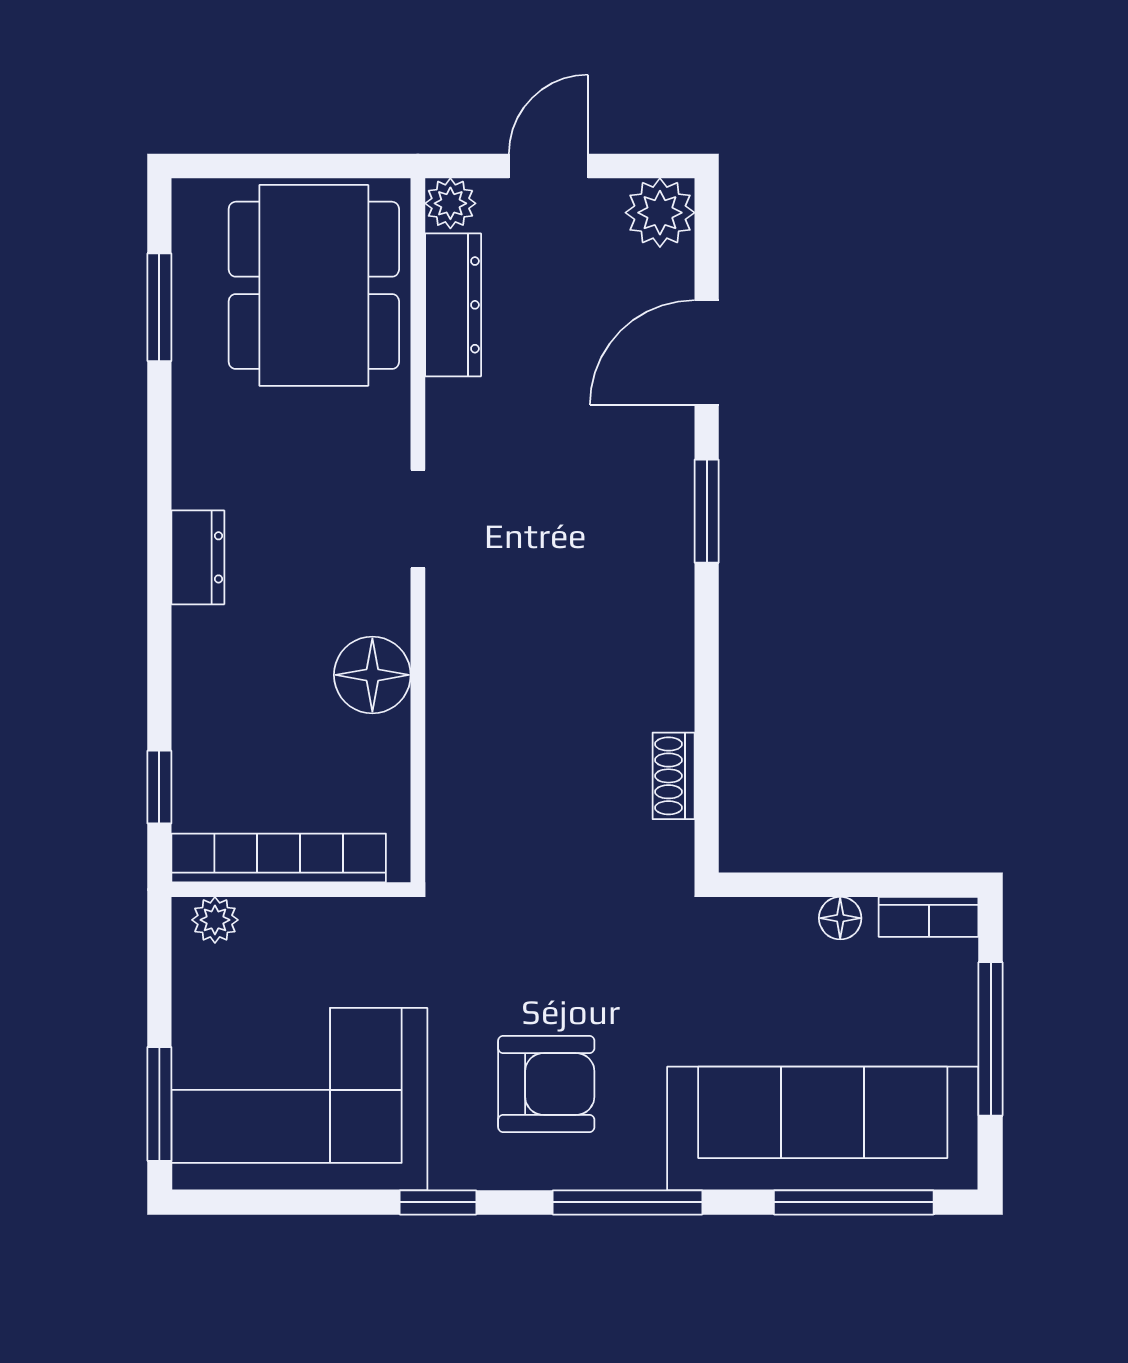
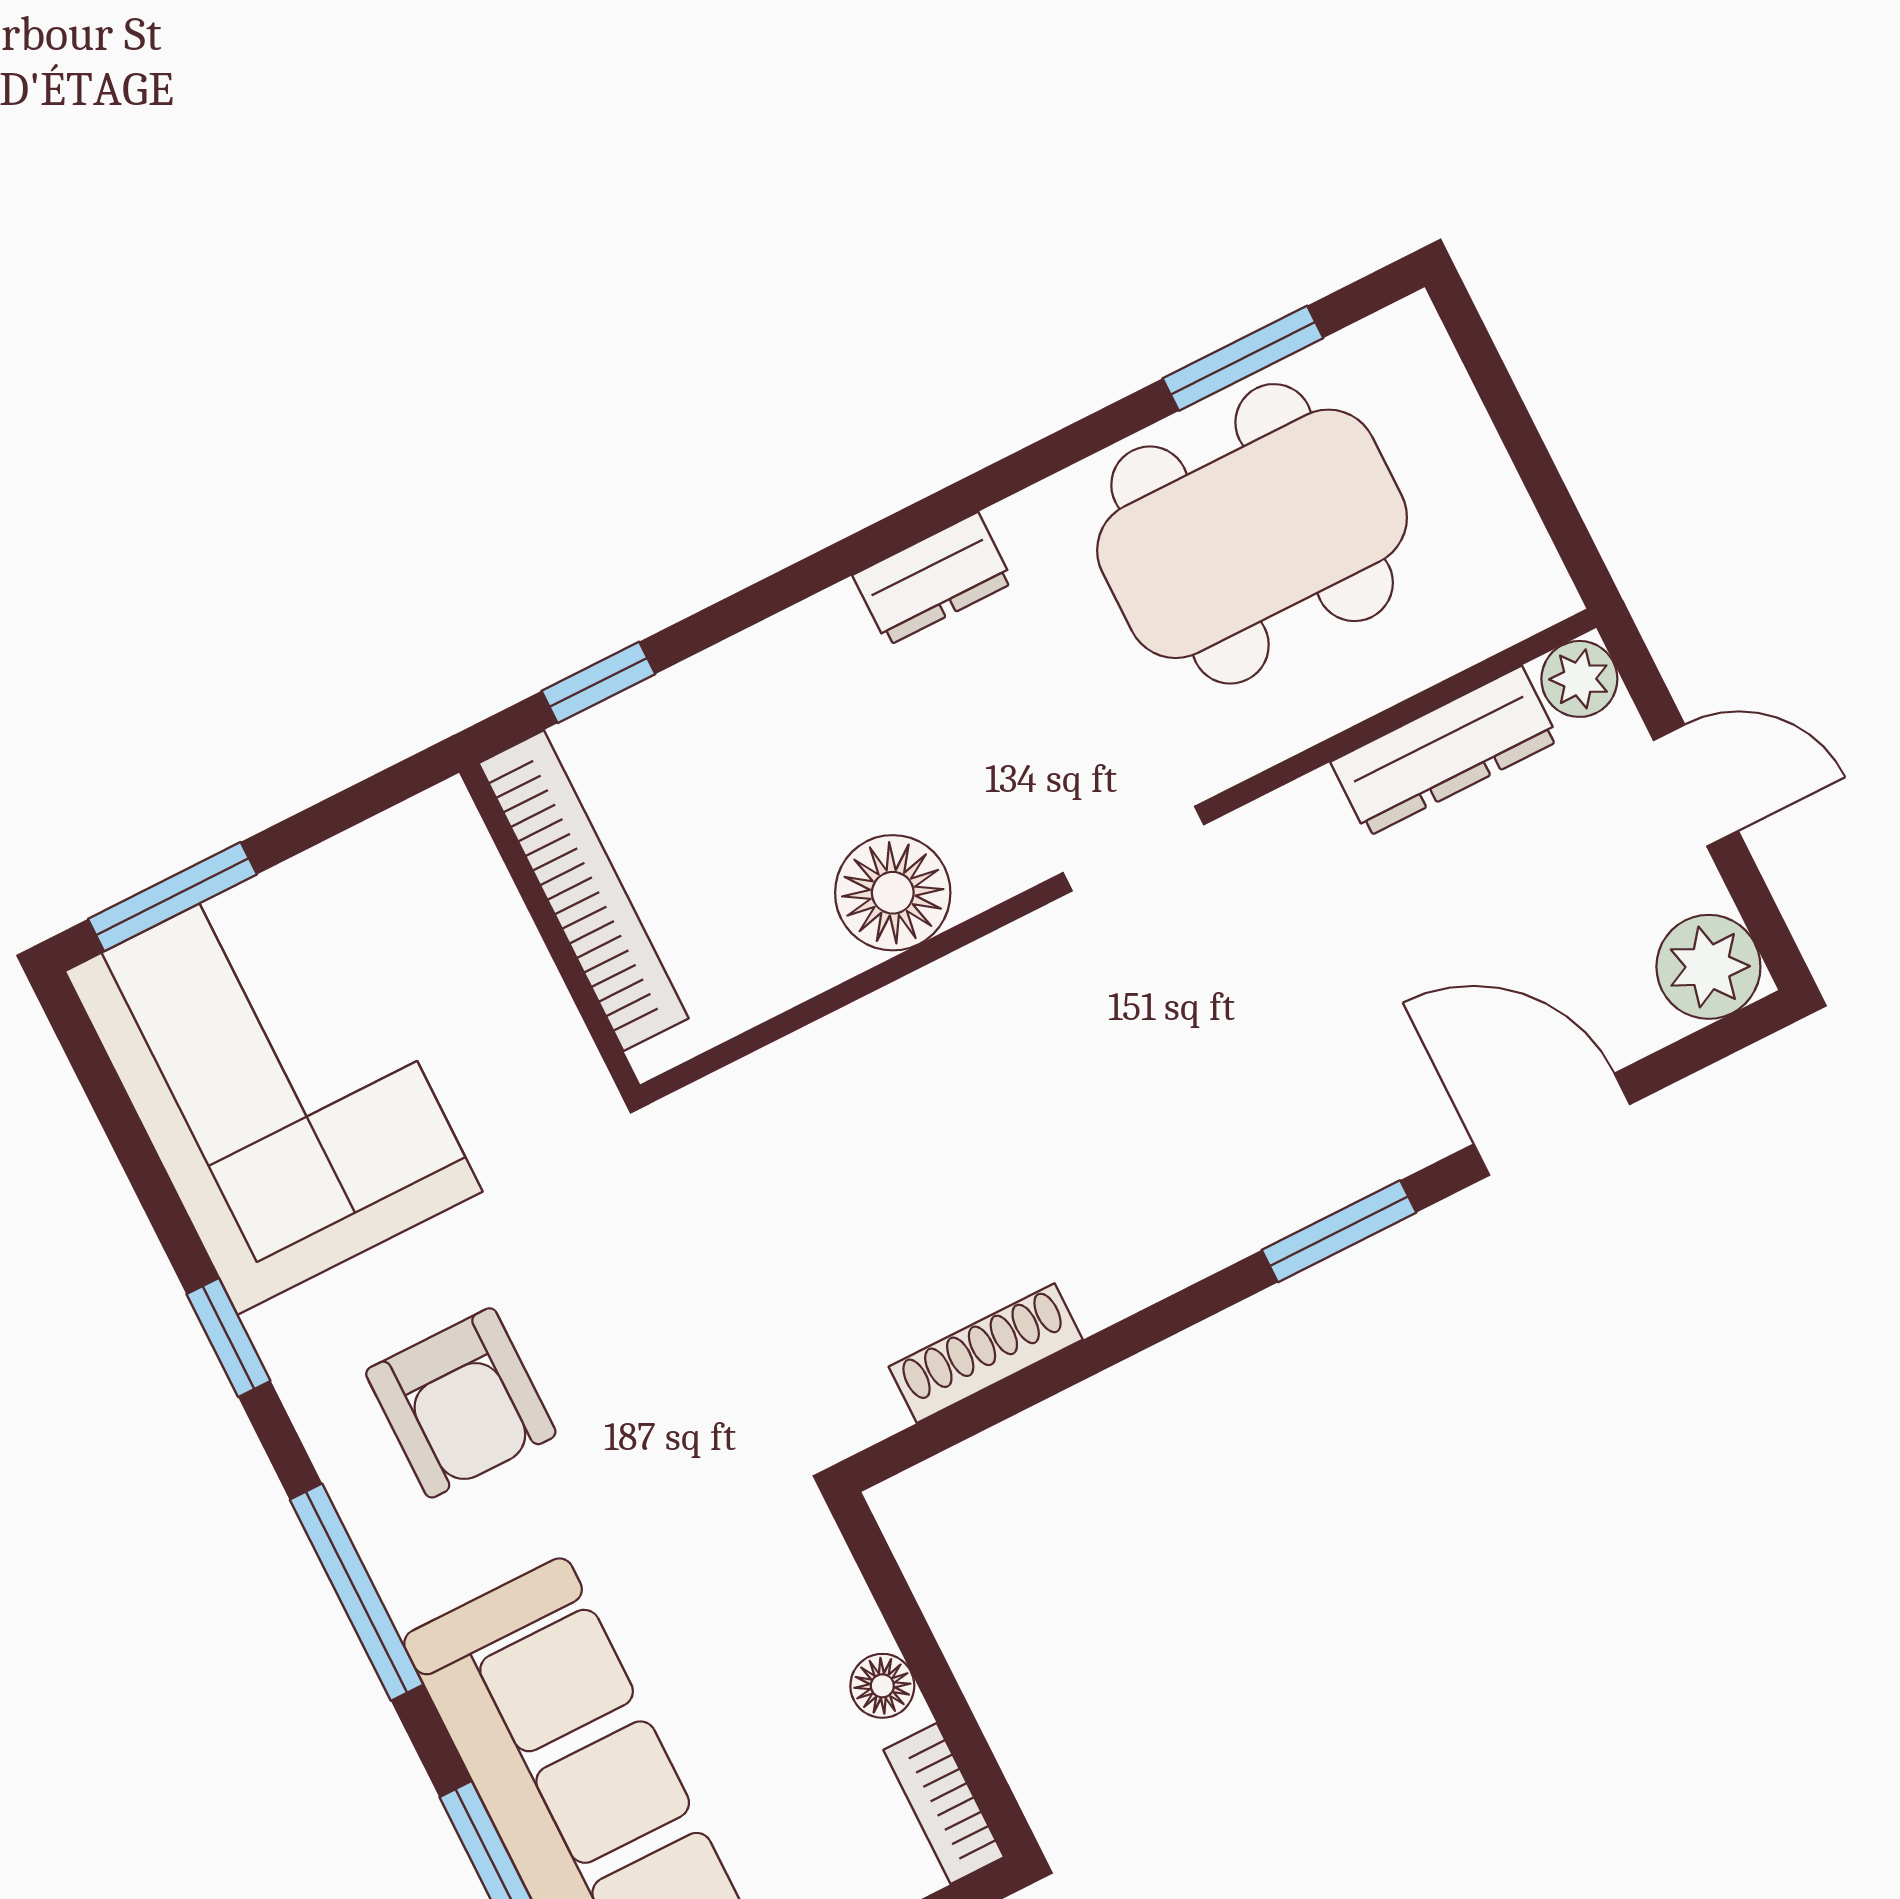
dining table: (314, 285) -> (1252, 534), moved
shoe rack: (674, 776) -> (986, 1353), width x1.43
plant: (215, 920) -> (457, 847), removed

